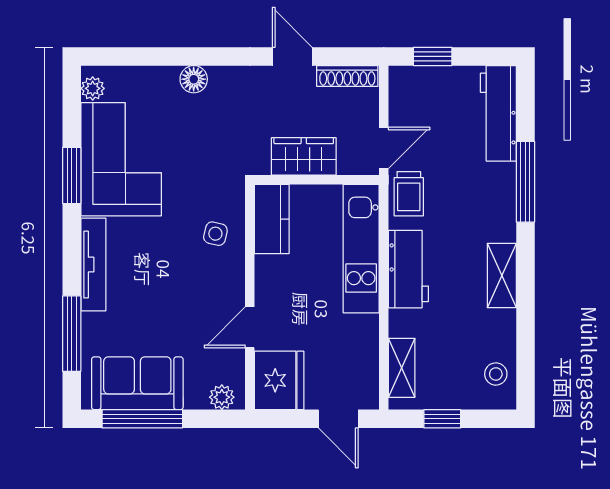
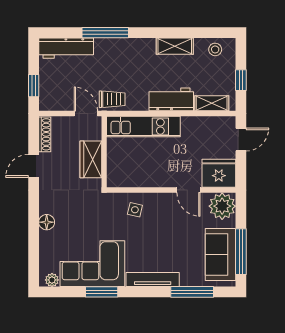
kitchen counter: (272, 219) -> (127, 178), removed
workbench: (408, 269) -> (171, 99), moved
shelving: (502, 276) -> (175, 46), moved
plant: (222, 397) -> (222, 206), width x1.87, depth x1.87

